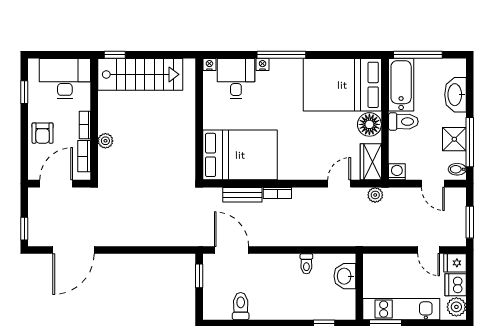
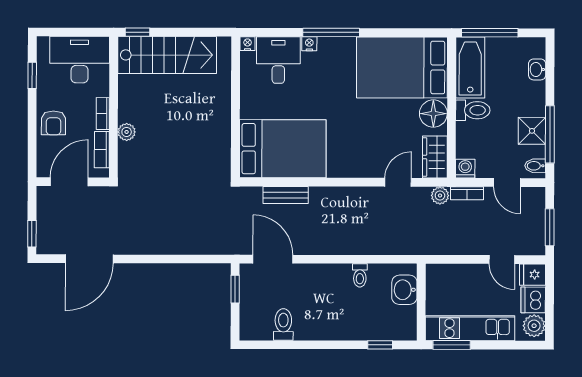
washbasin: (455, 95) -> (537, 69), width x0.52, depth x0.69
bookcase: (277, 193) -> (467, 193), moved

